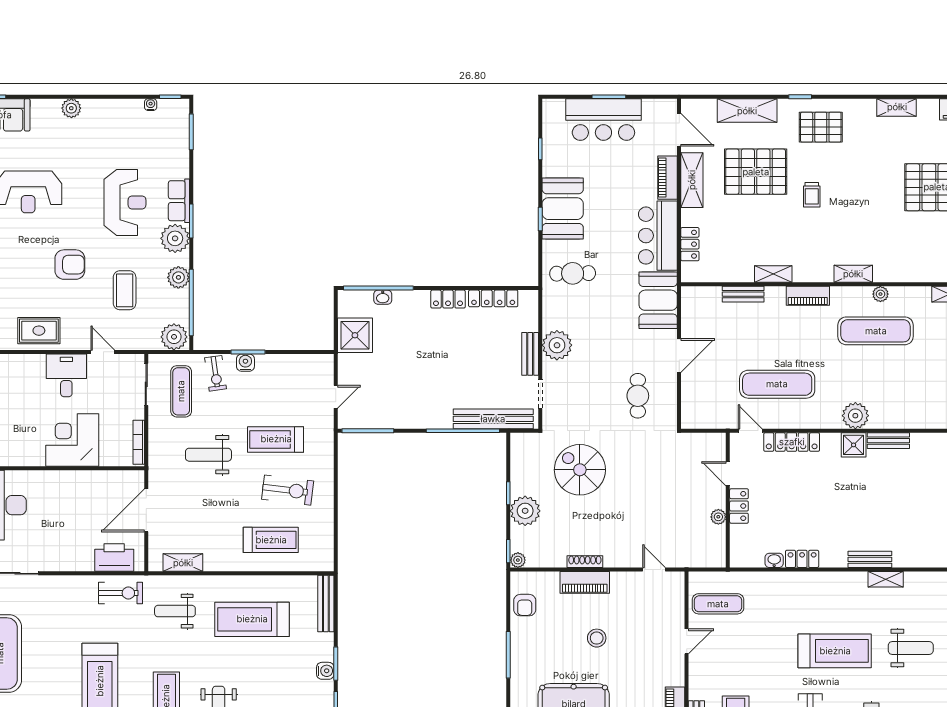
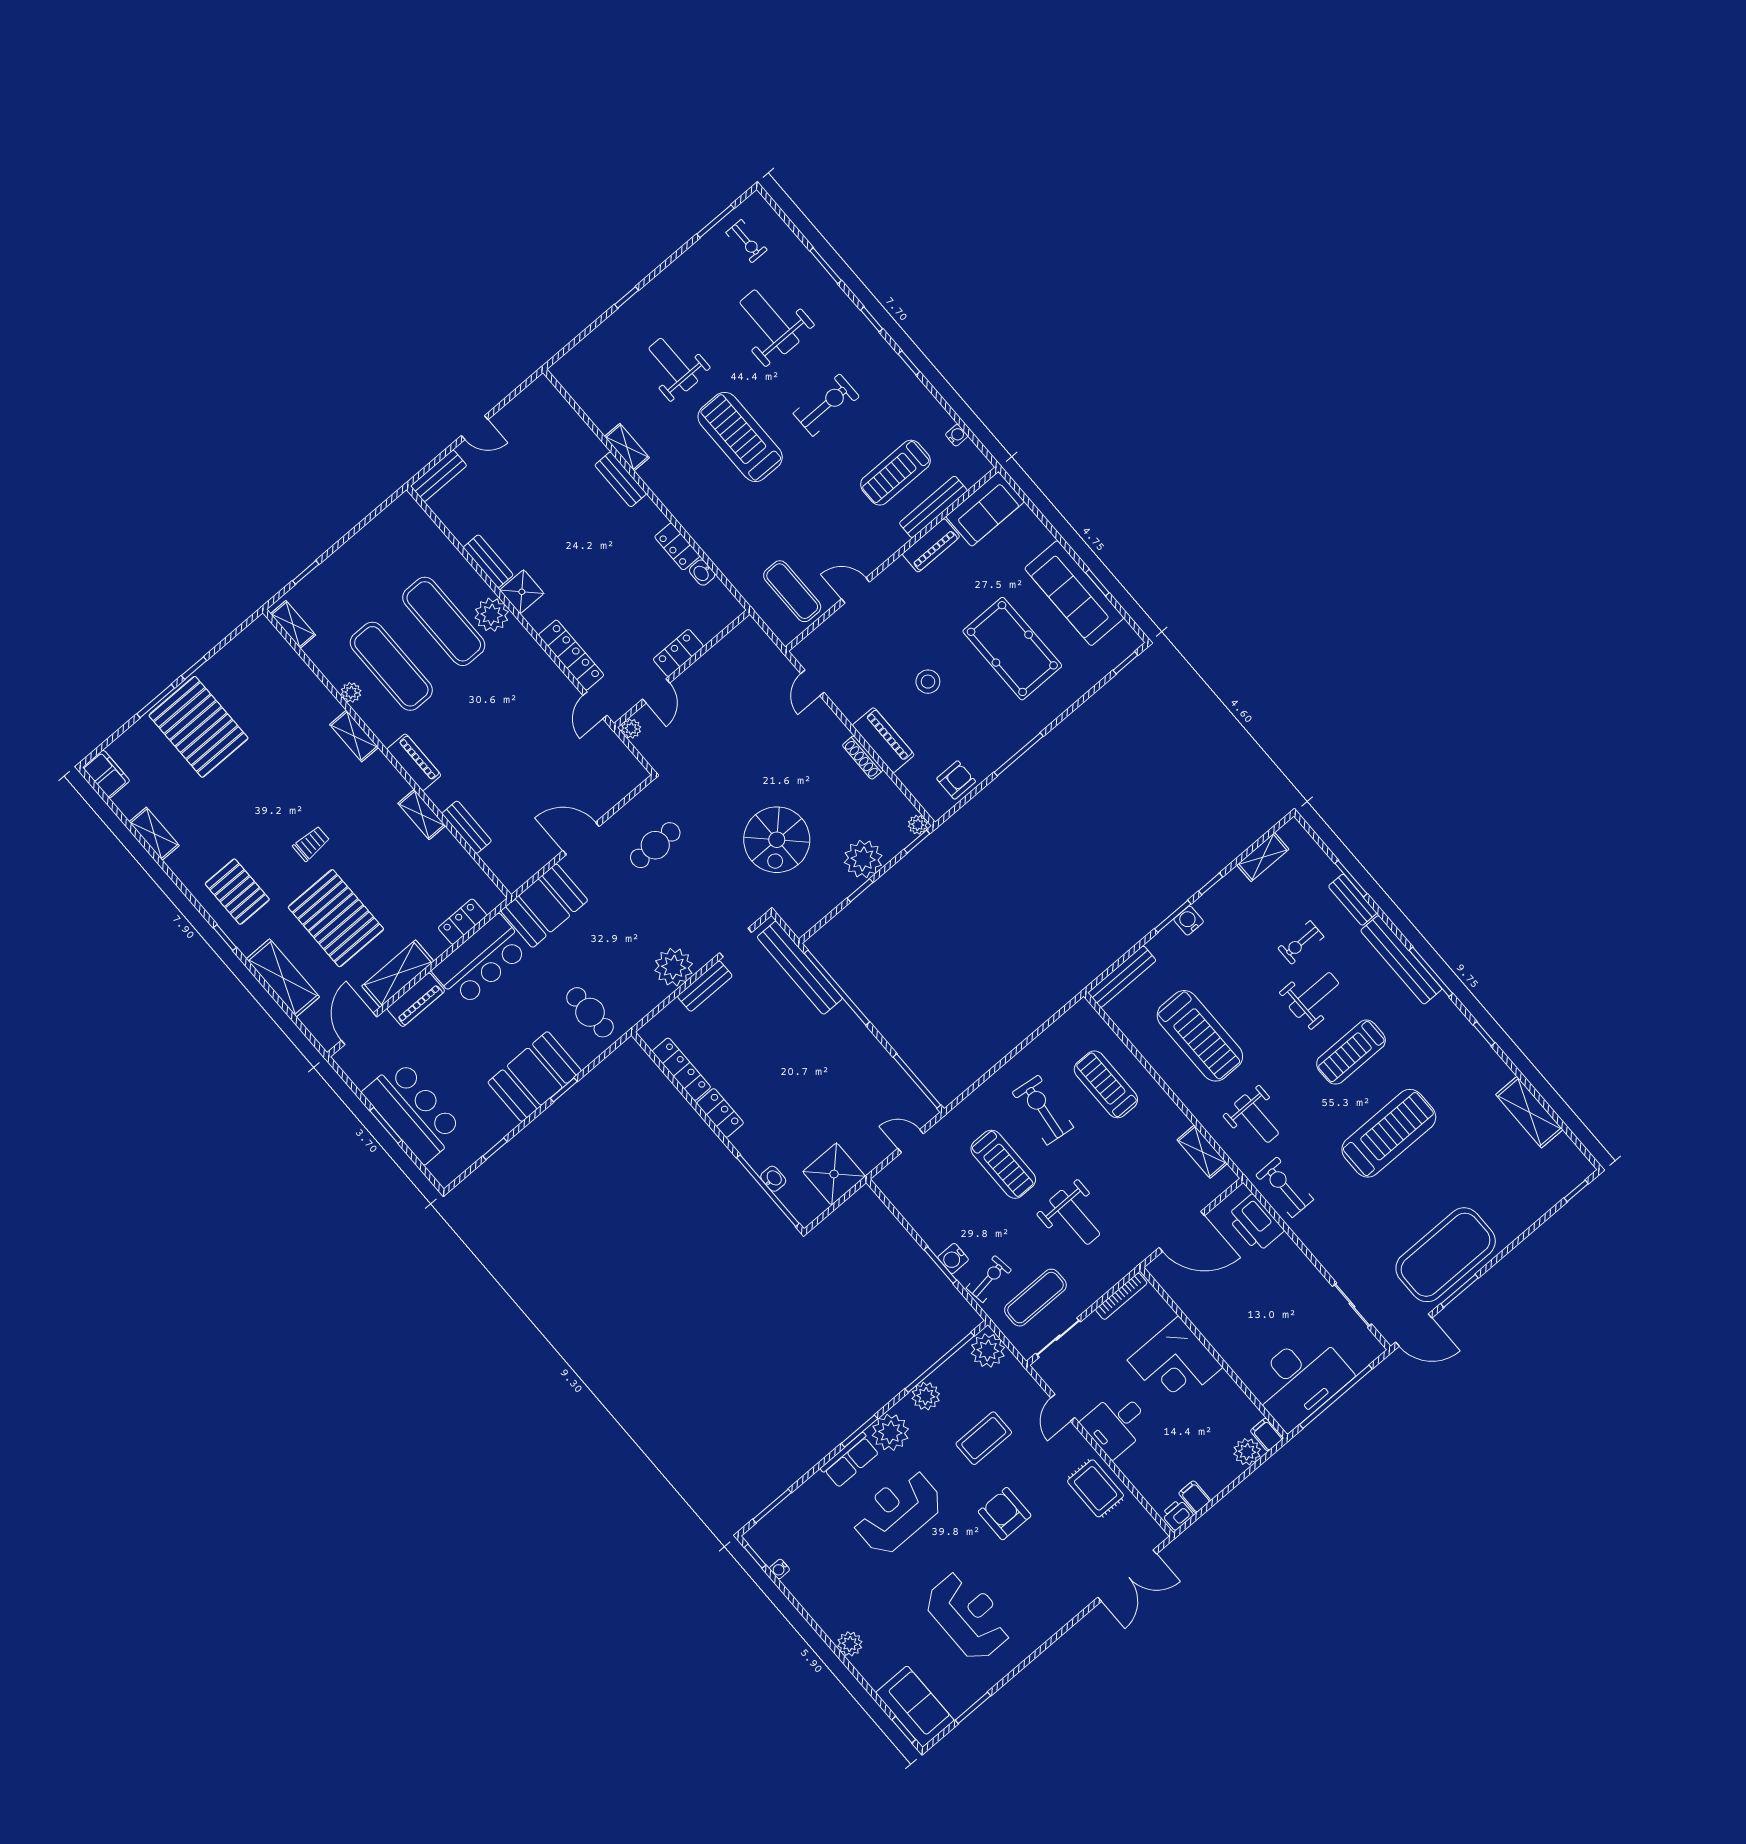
exercise mat: (777, 384) -> (444, 621), moved
plant: (718, 517) -> (631, 729), moved

